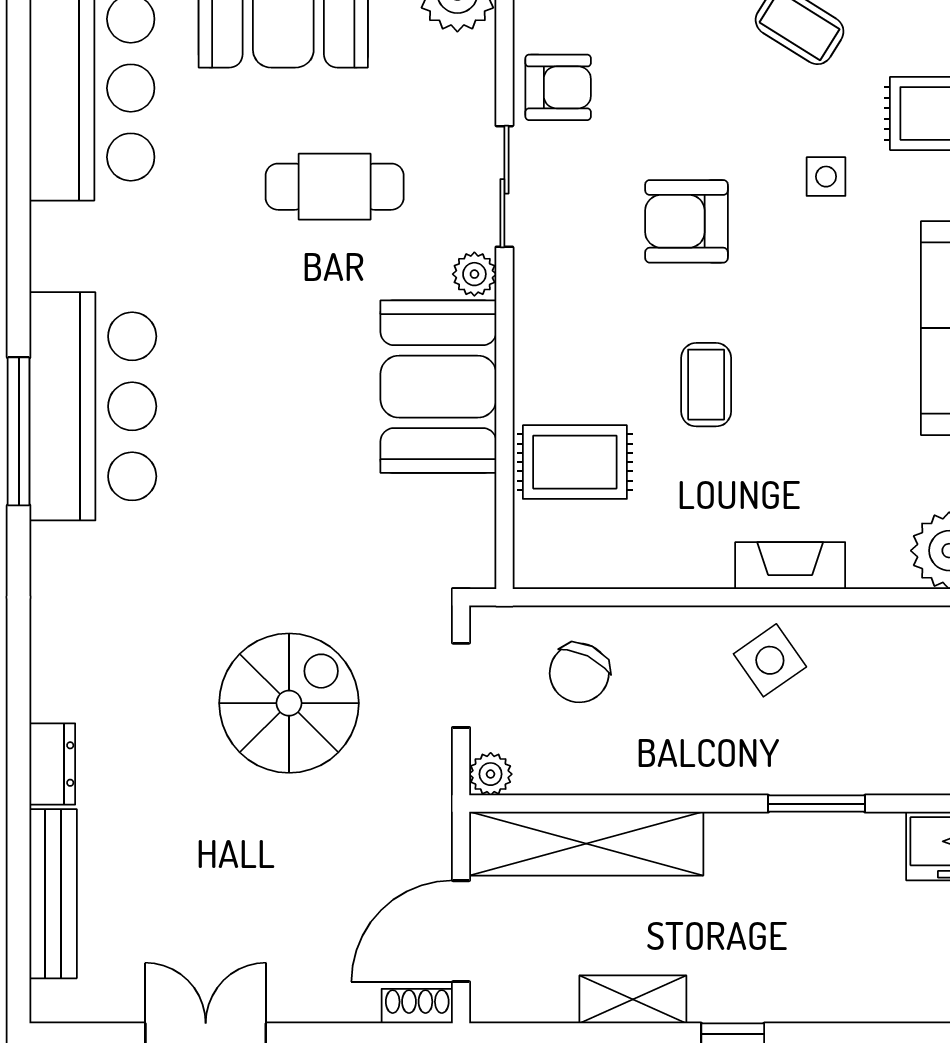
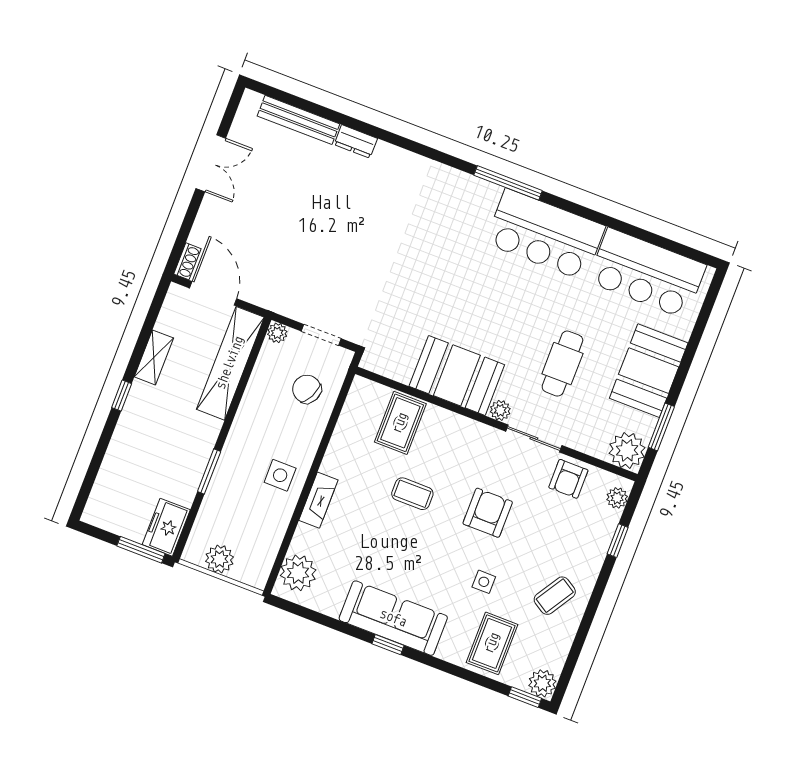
bar counter: (93, 406) -> (545, 235), moved
side table: (770, 660) -> (280, 475), turned 35
spiral stairs: (289, 703) -> (343, 256), removed

